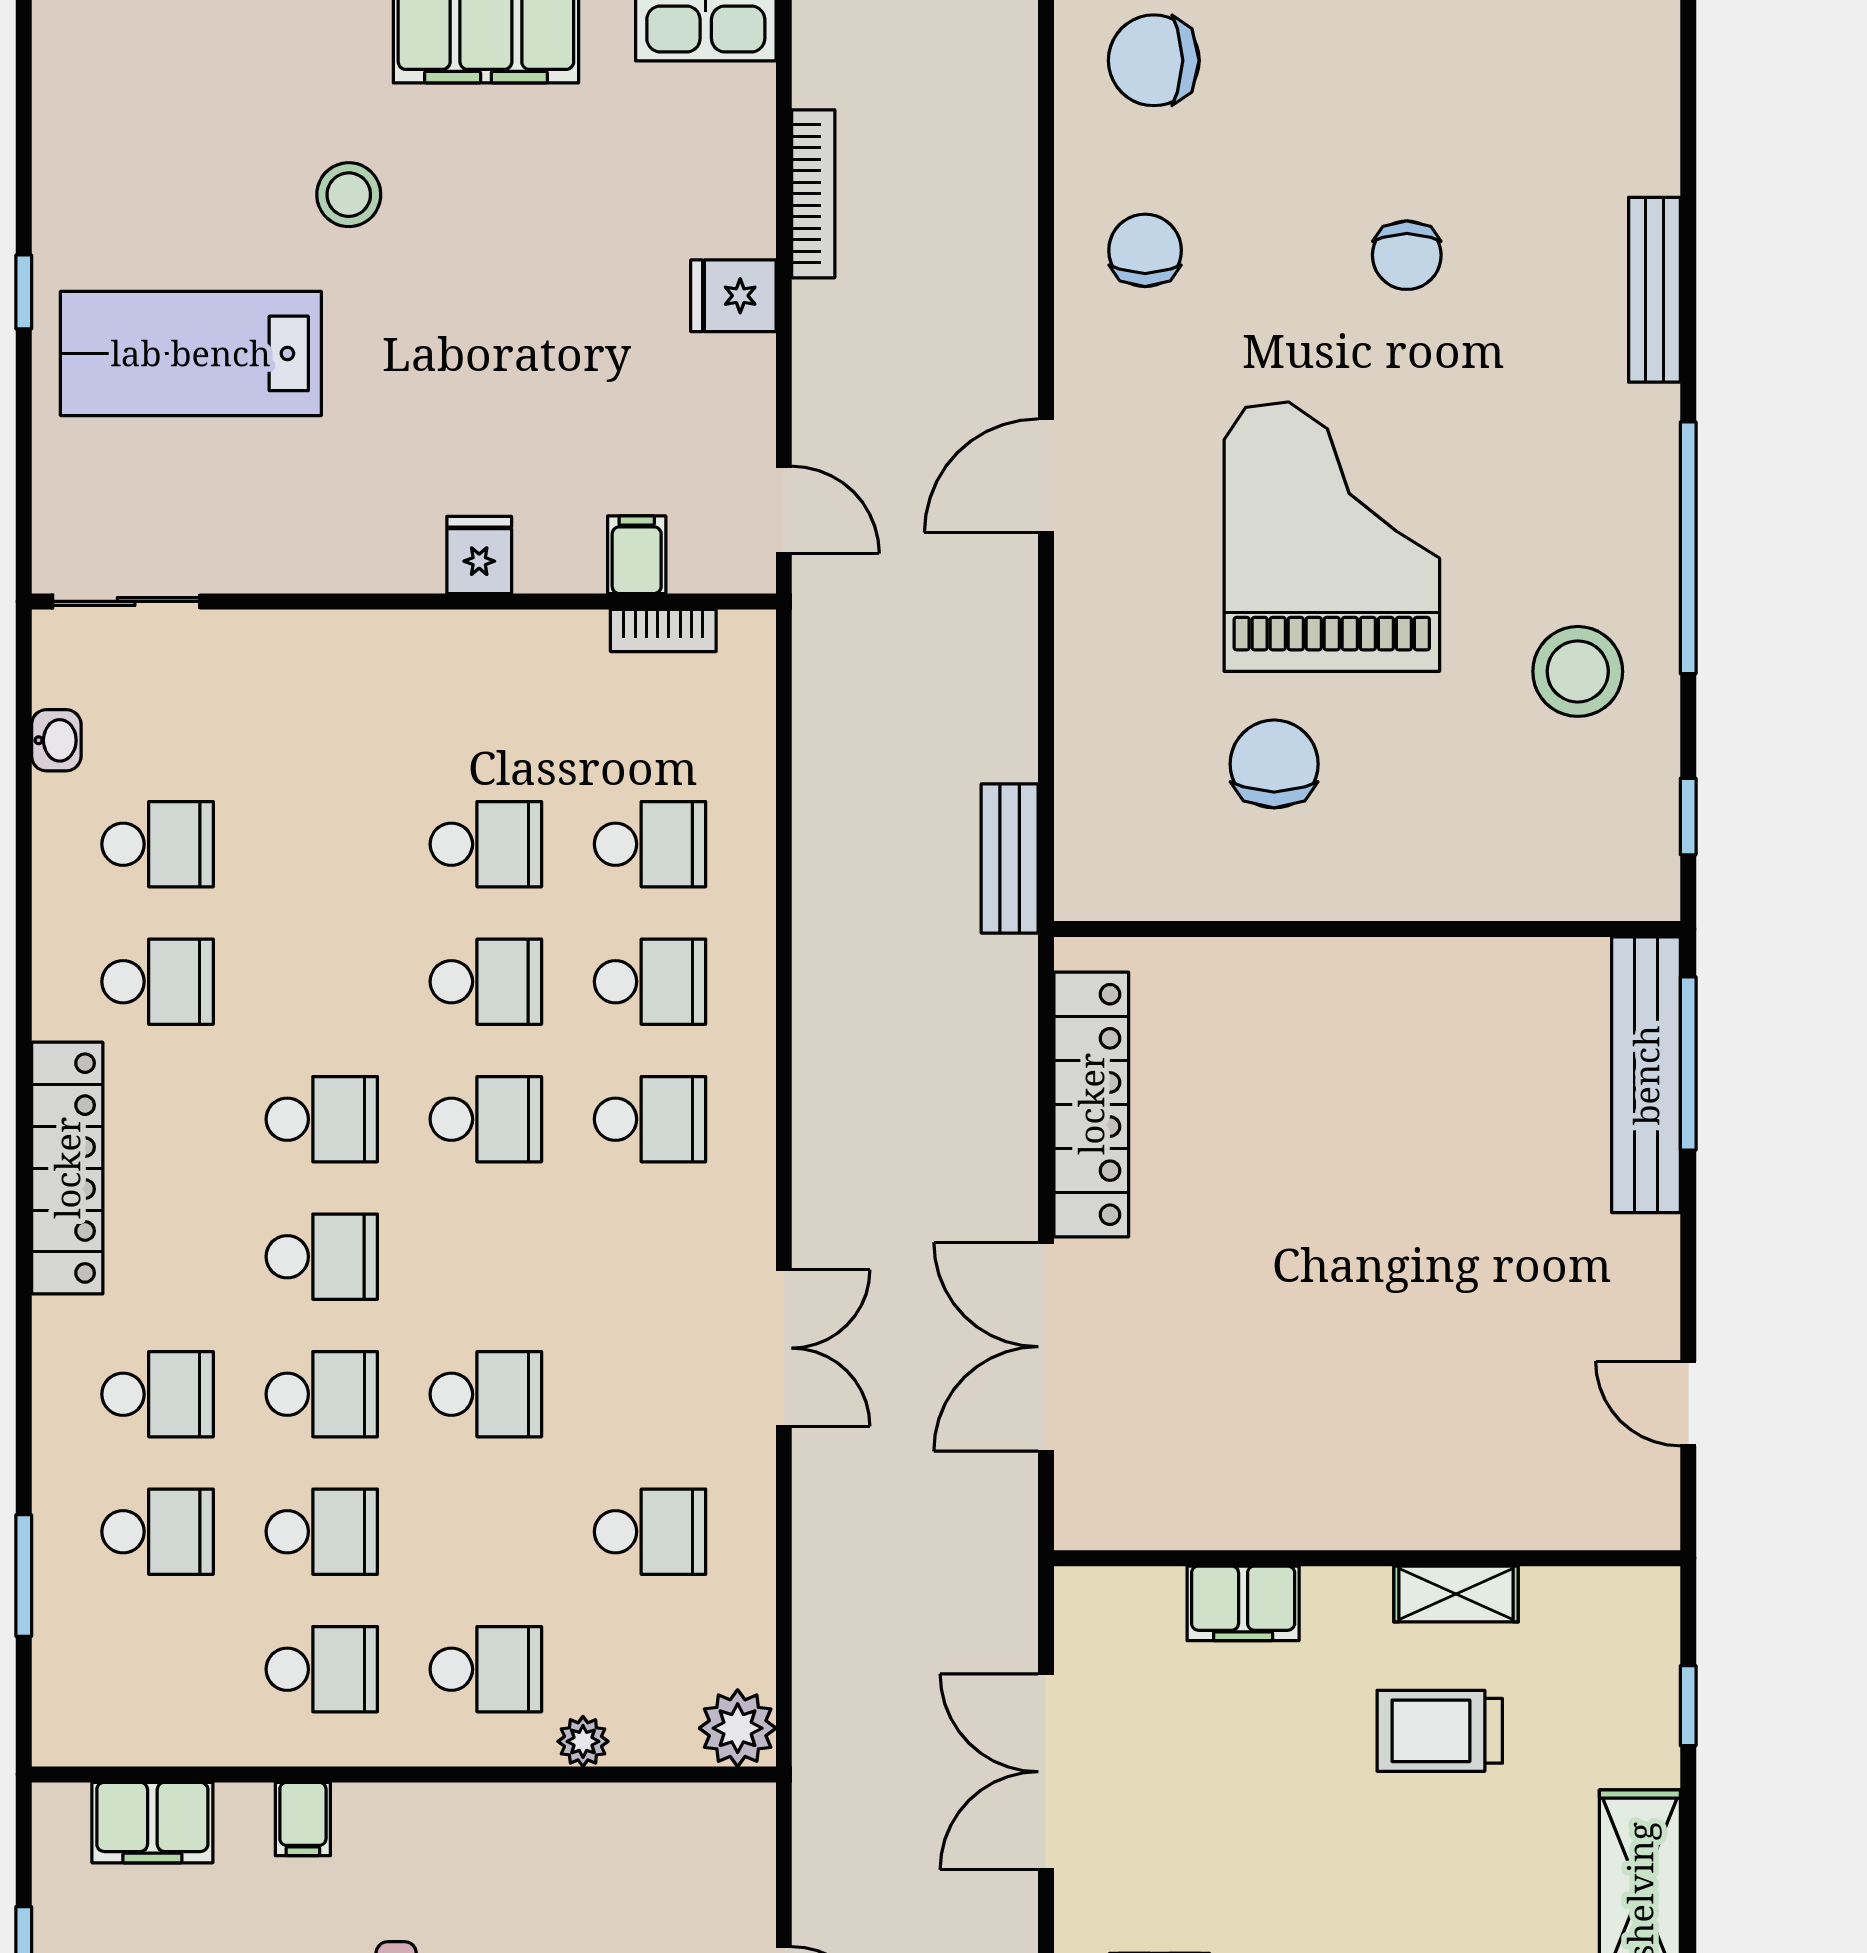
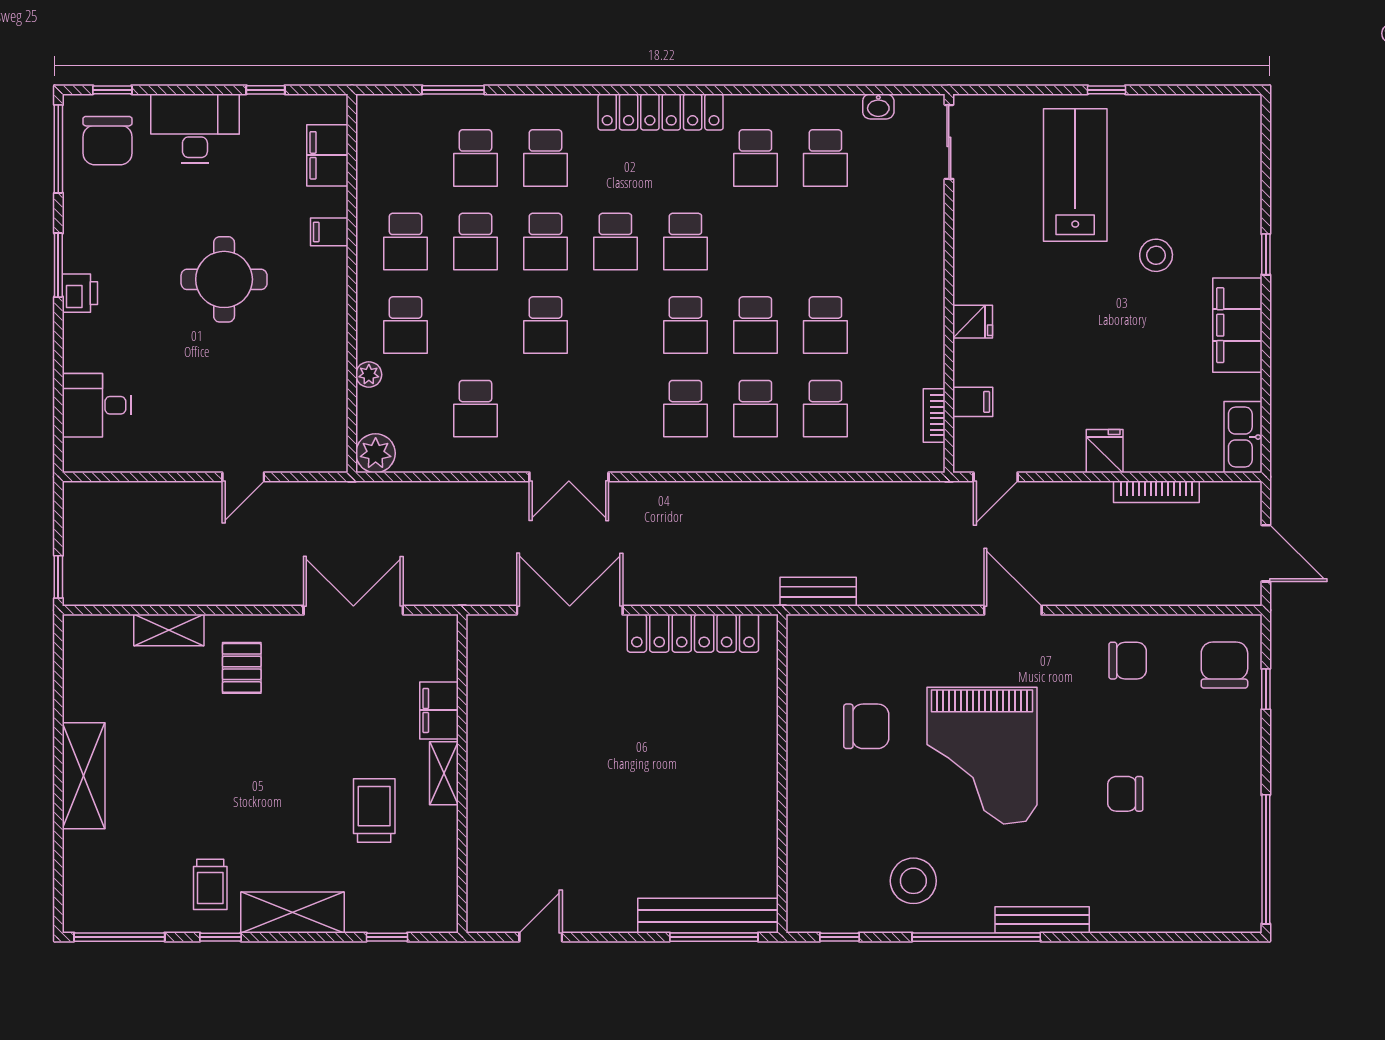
bench: (1654, 290) -> (1042, 920), moved
grand piano: (1332, 537) -> (982, 756), turned 90
shelving: (1456, 1594) -> (444, 773), moved

